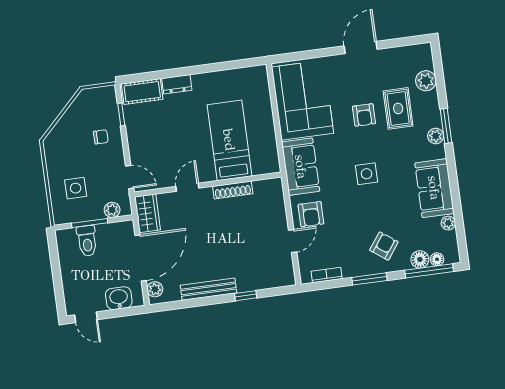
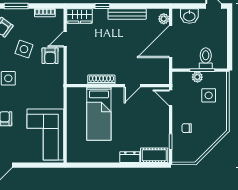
sofa: (301, 167) -> (53, 89), removed
plant: (112, 210) -> (197, 77), moved
wardrobe: (148, 213) -> (80, 16), moved, turned -90
armchair: (311, 214) -> (50, 56), turned 180
side table: (350, 219) -> (24, 49), added

